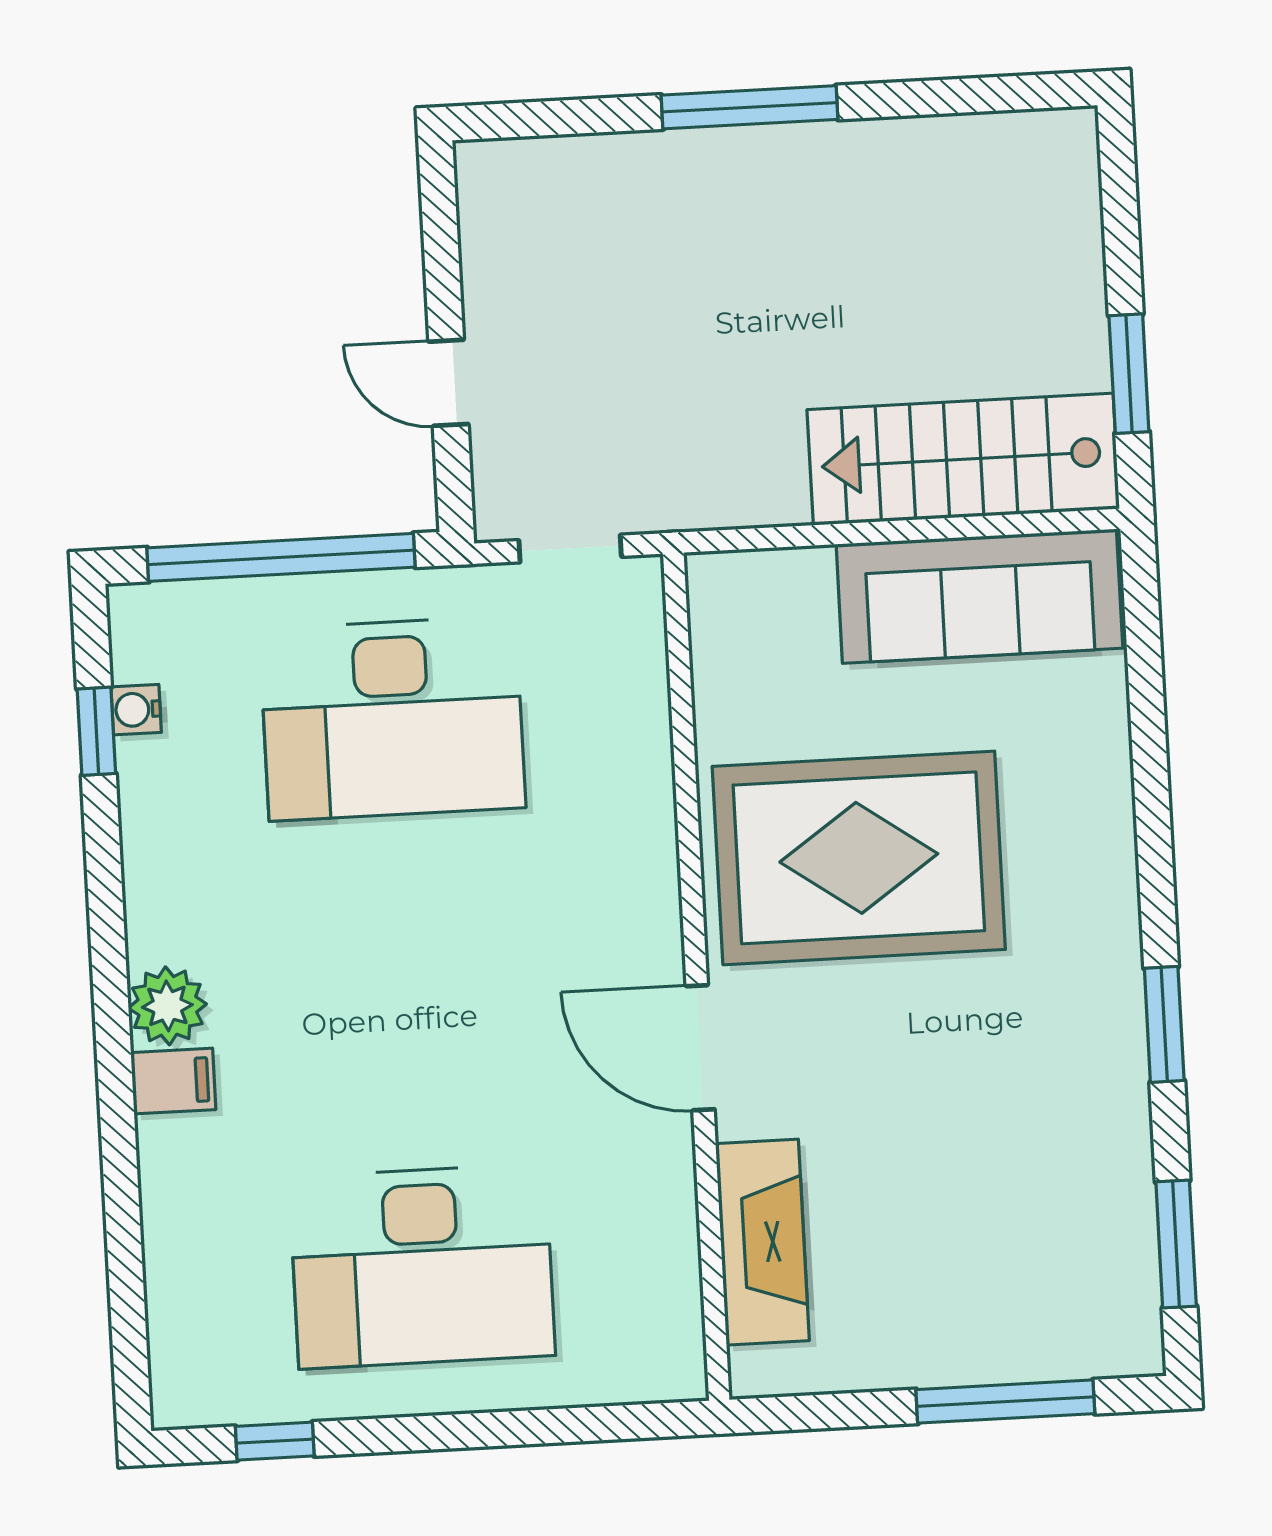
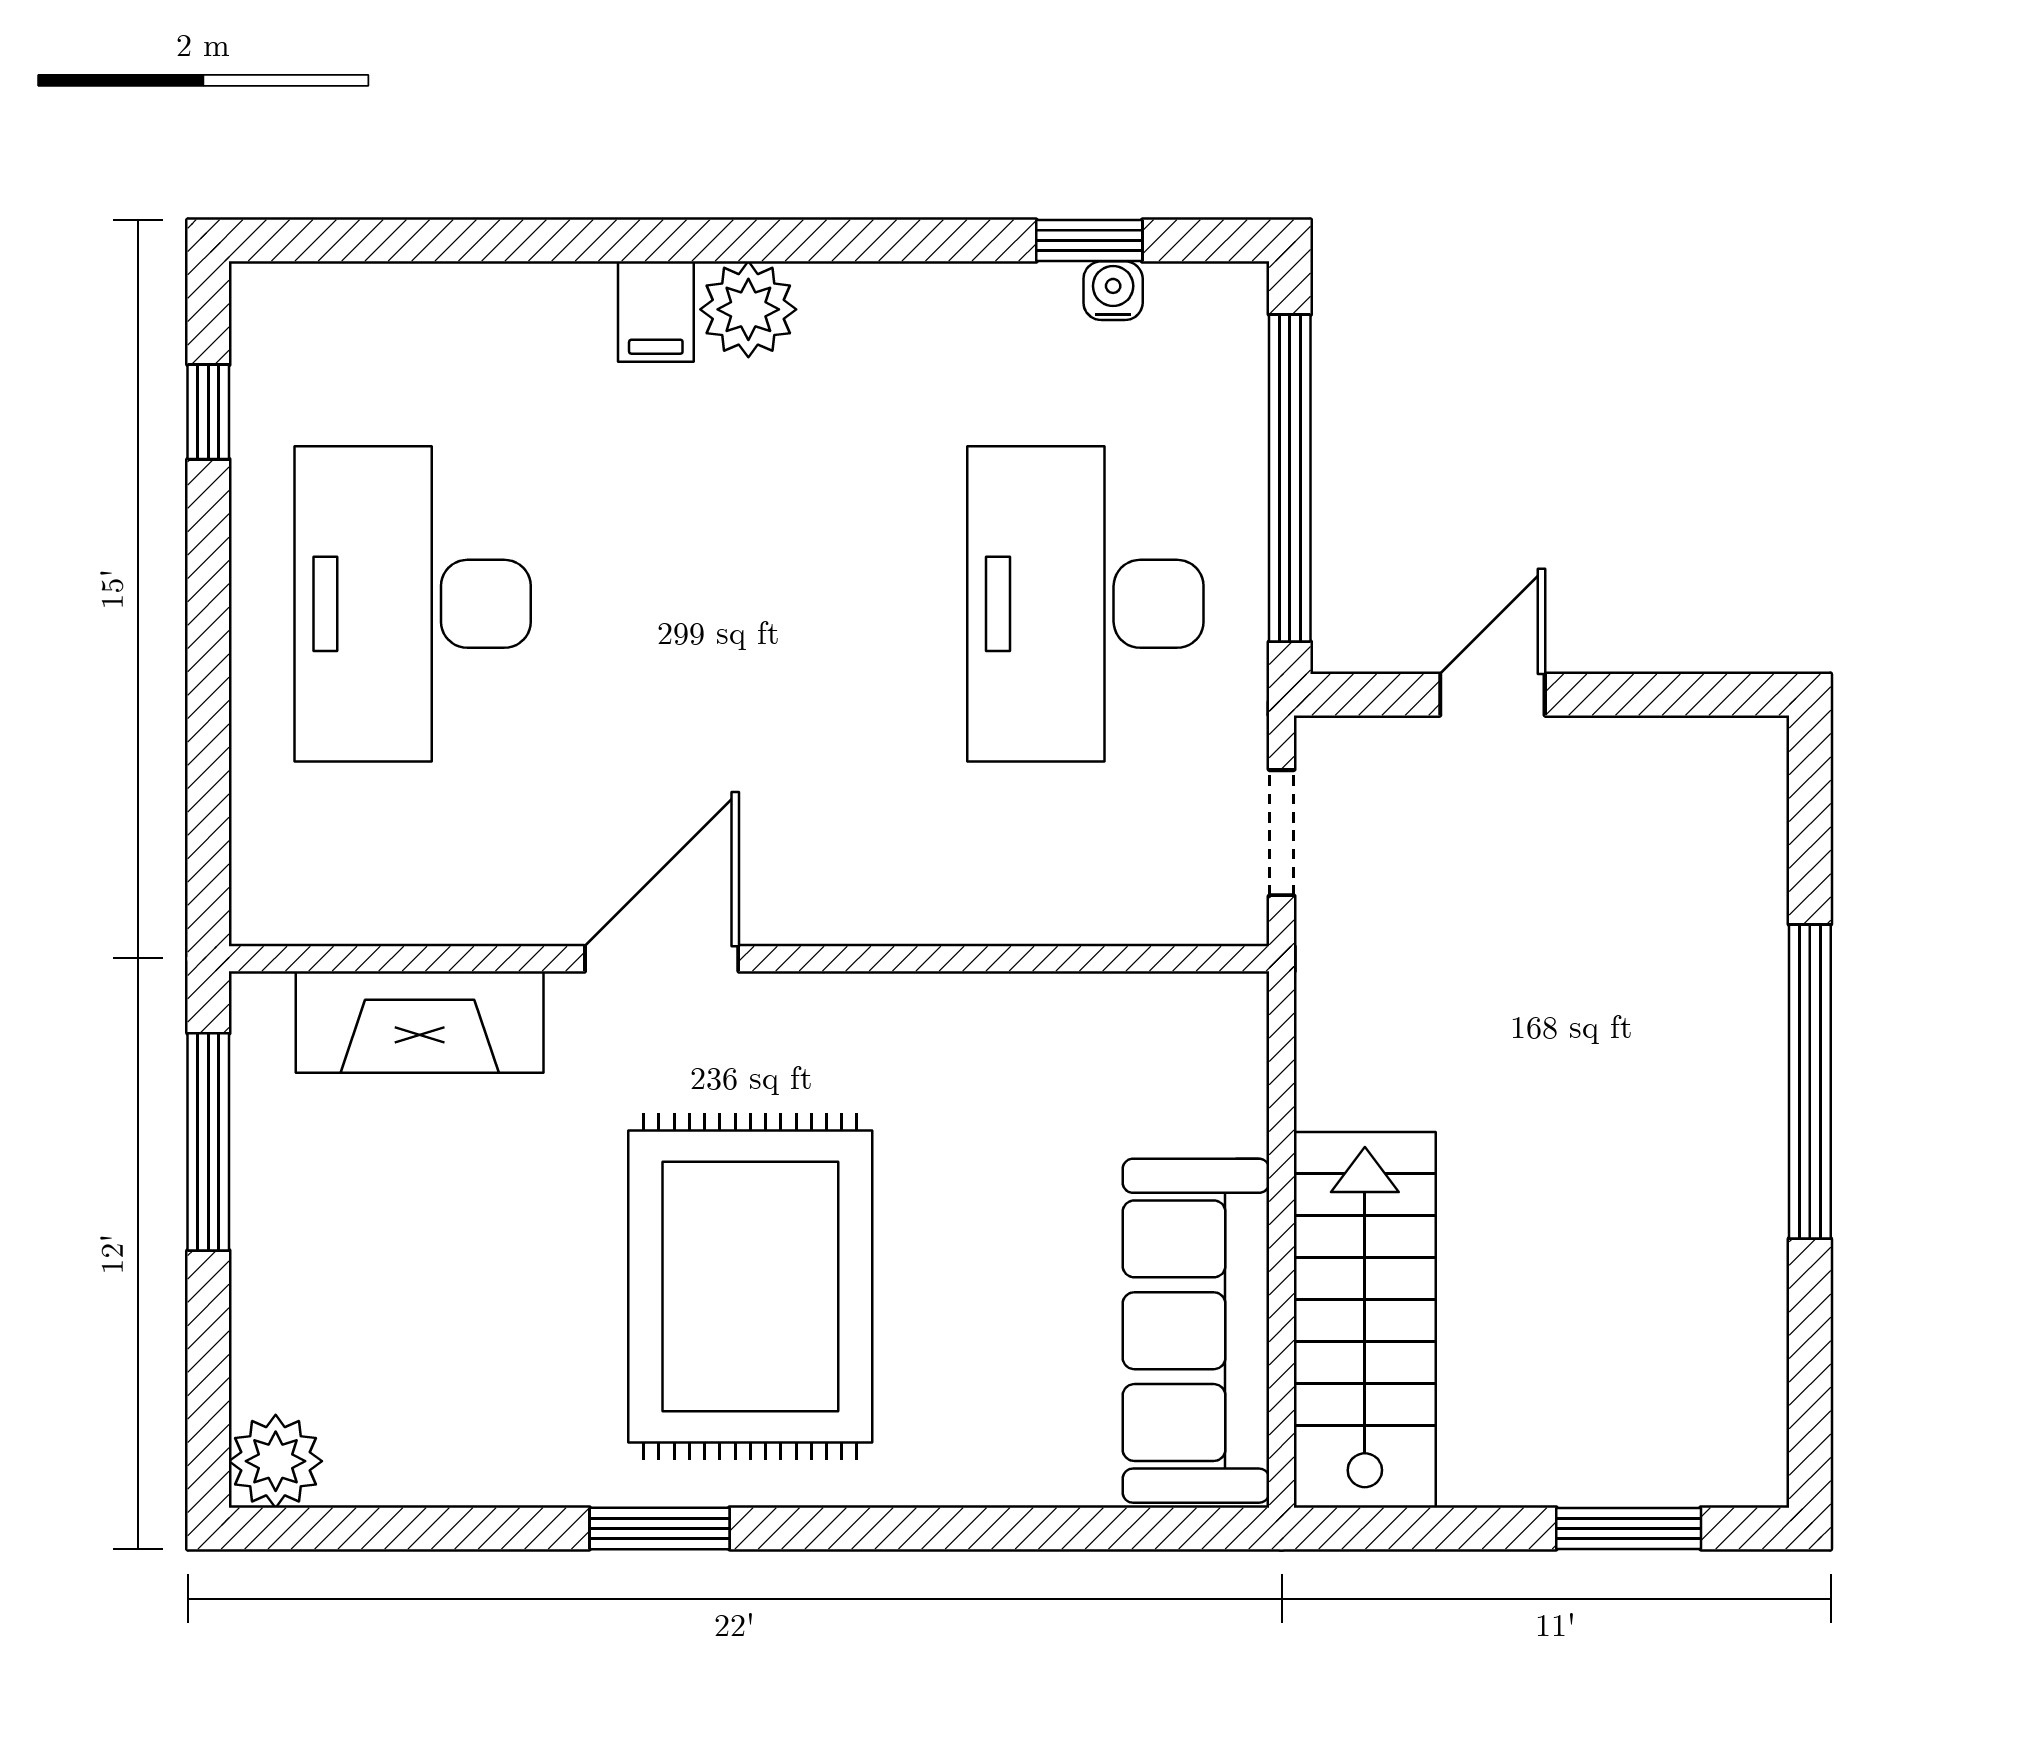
window: (750, 107) -> (1810, 1082), width x1.46
window: (1129, 374) -> (1629, 1528), moved
rug: (859, 858) -> (750, 1287), moved
window: (1176, 1244) -> (390, 1528), removed
plant: (1126, 1340) -> (276, 1461), added
window: (1005, 1402) -> (208, 1142), moved

